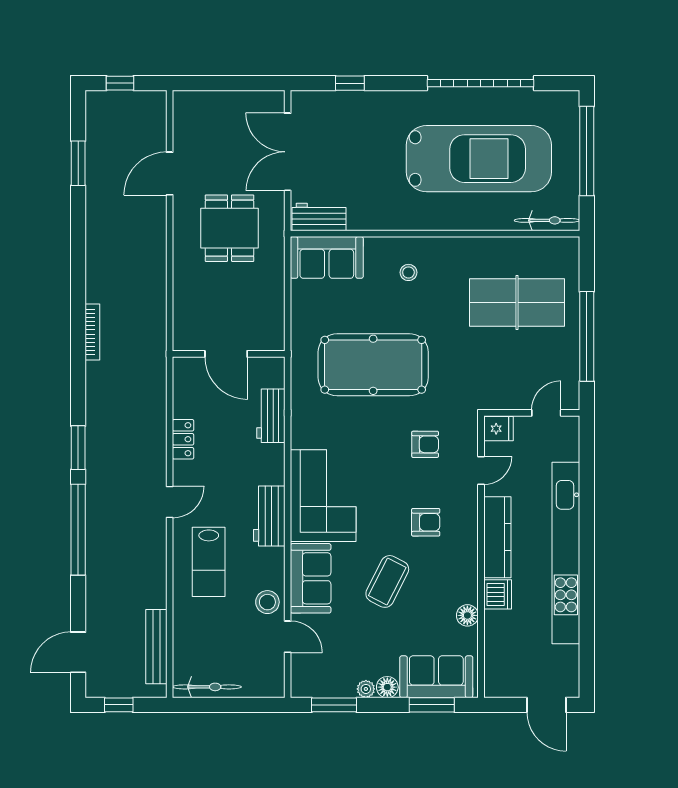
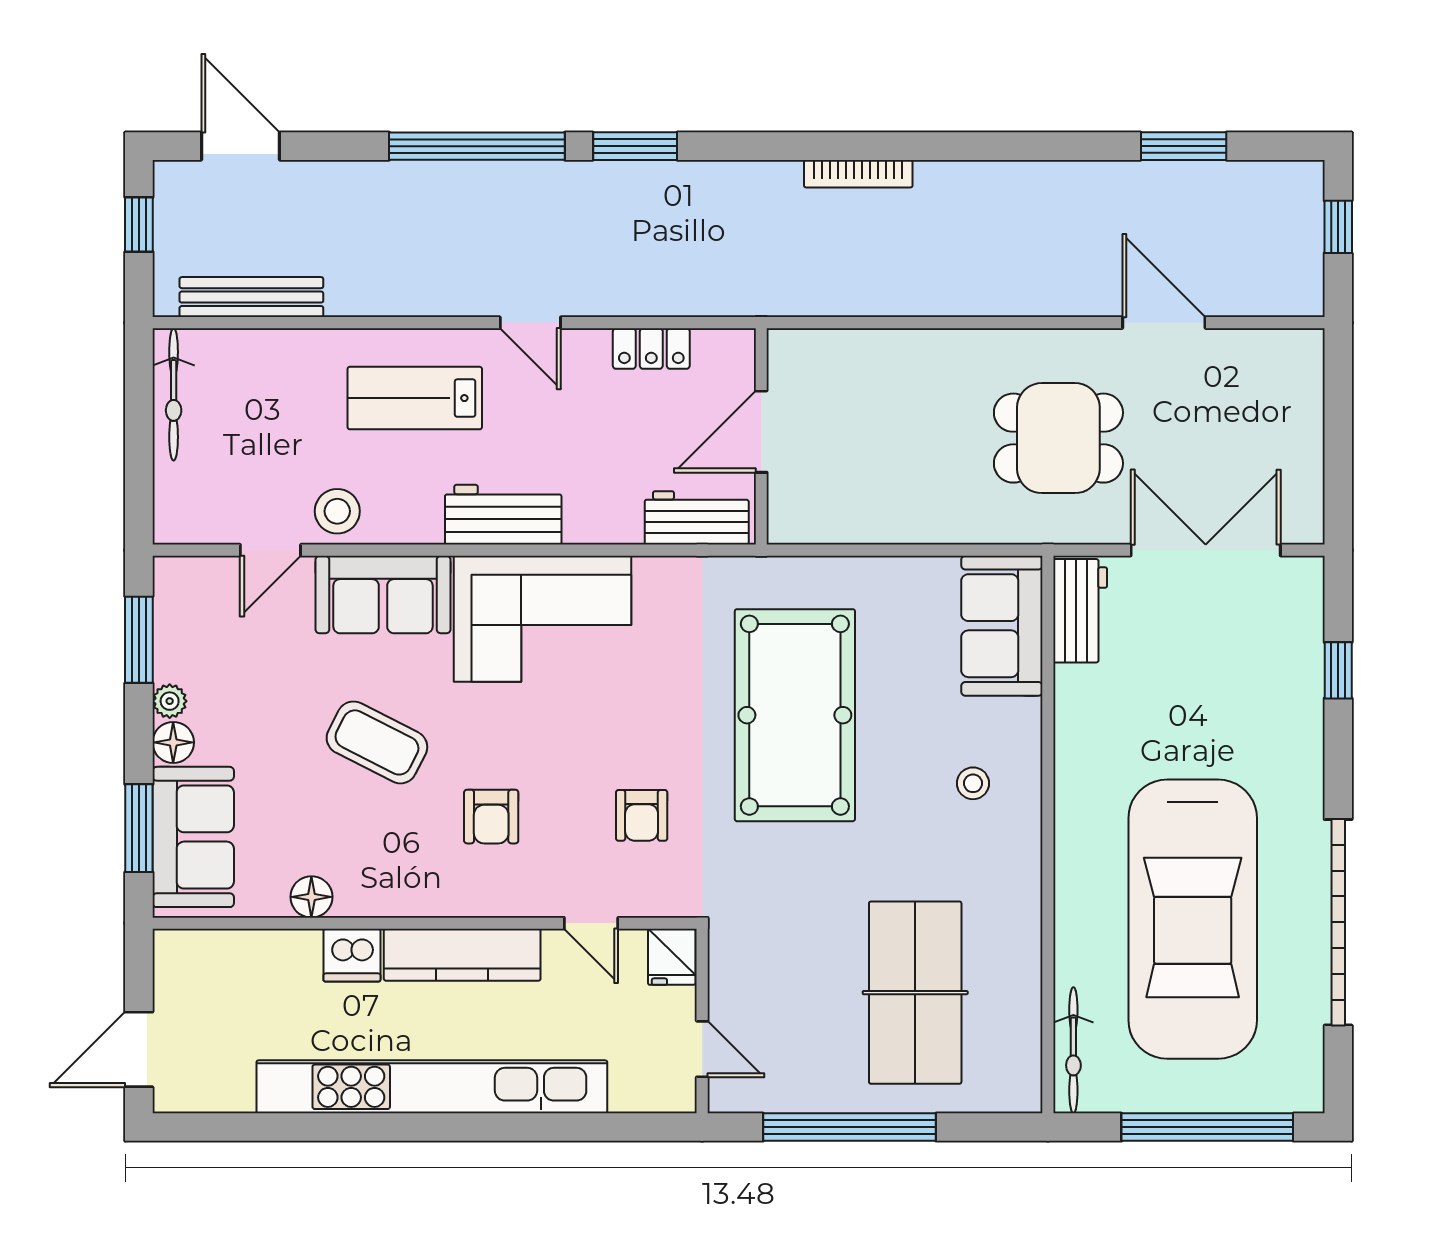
door: (226, 354) -> (761, 432), moved
wall: (229, 354) -> (761, 436), moved

